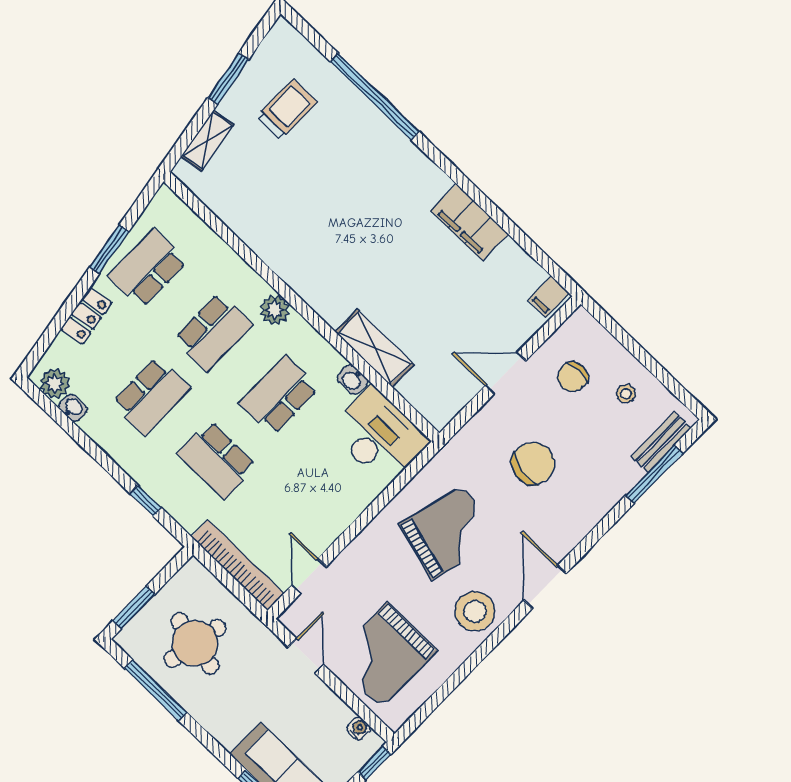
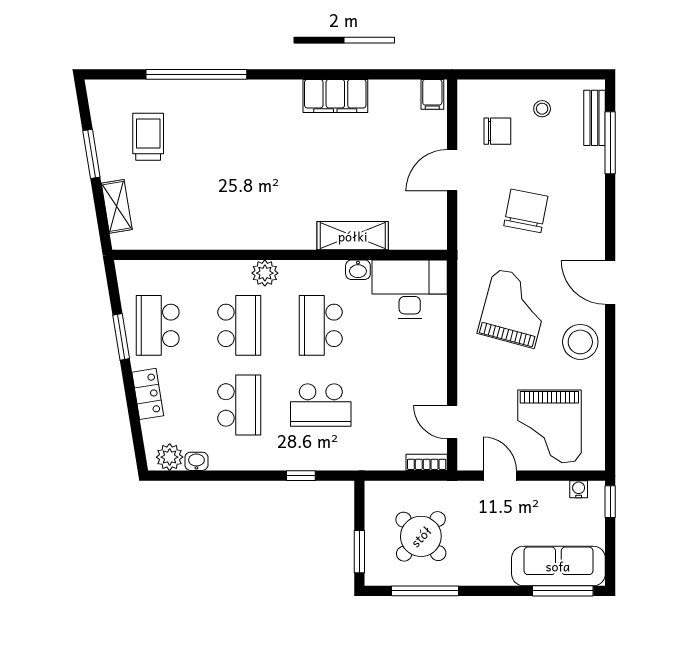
chair: (572, 377) -> (497, 131), turned -90
bookcase: (238, 565) -> (427, 462), width x0.43, depth x0.76
round table: (195, 643) -> (421, 536), turned 33

